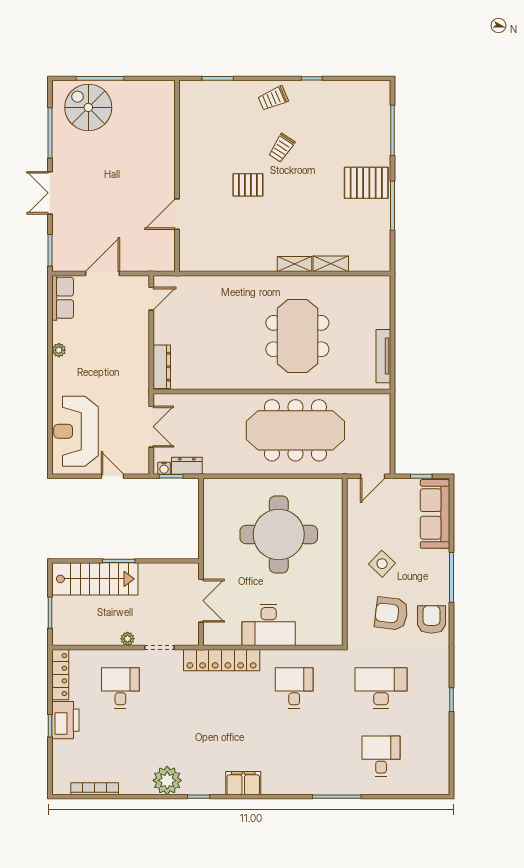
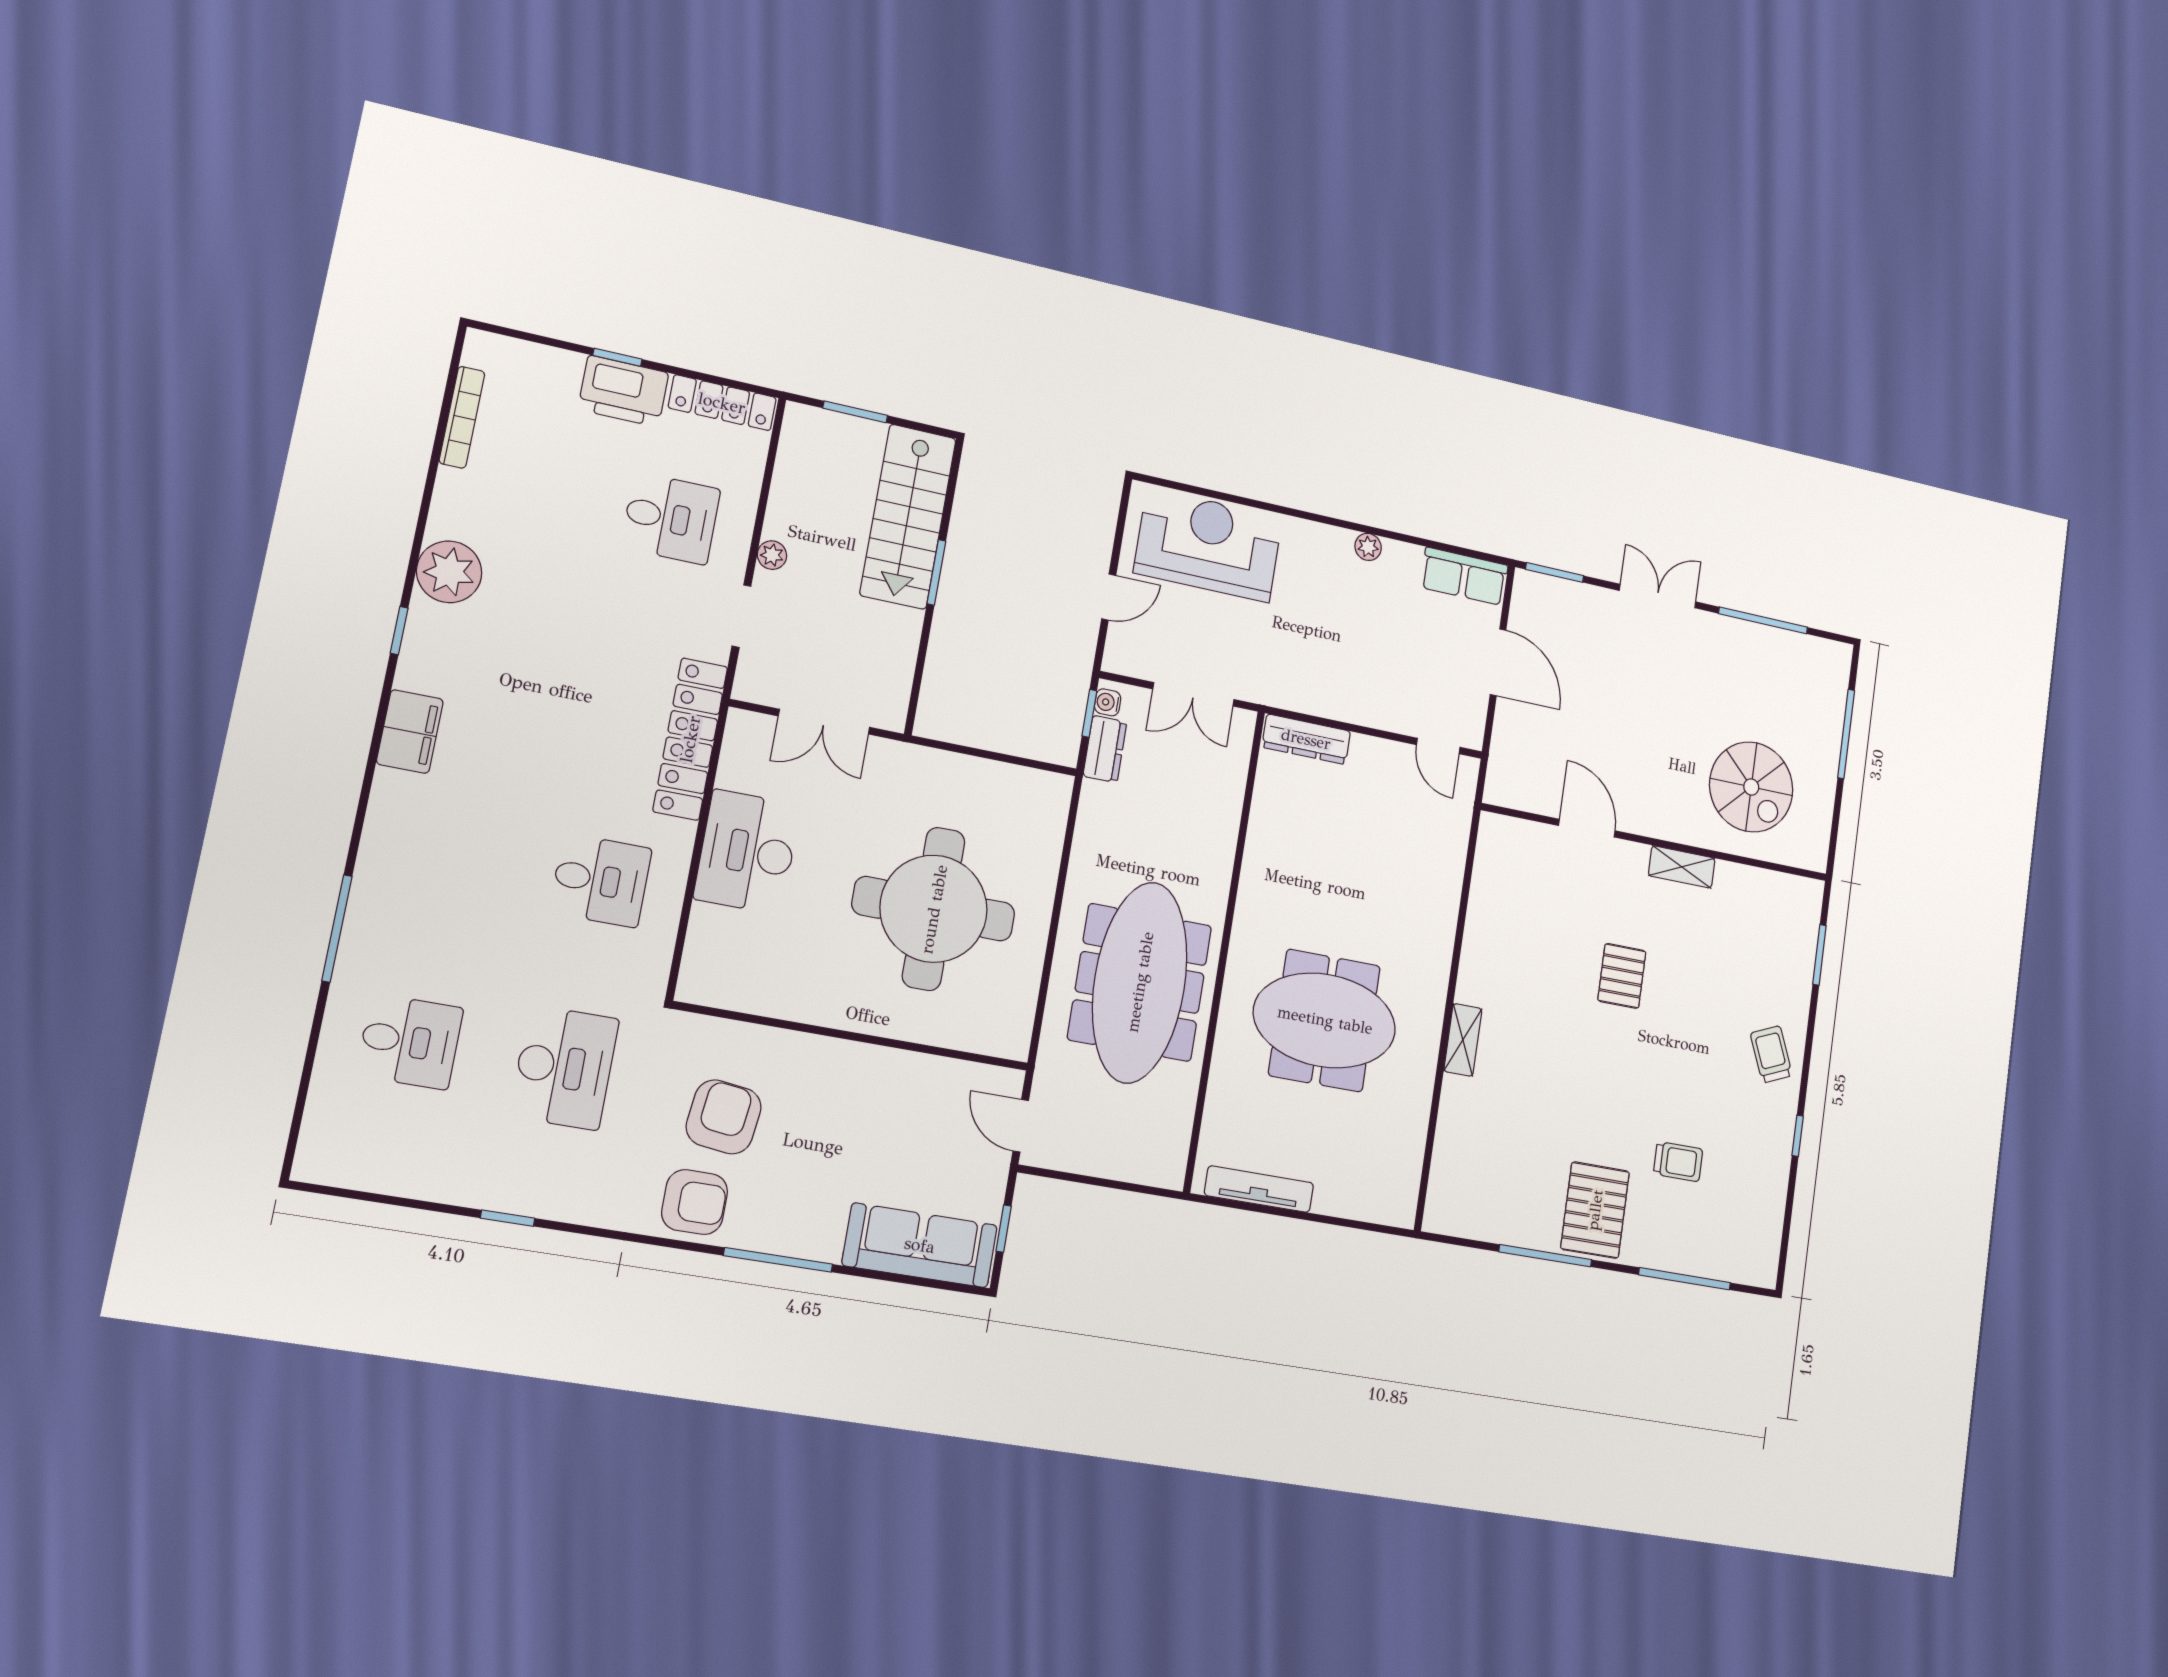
spiral stairs: (88, 107) -> (1751, 787), moved, turned 90
trolley: (282, 148) -> (1678, 1162), moved, turned 147
shelving: (331, 264) -> (1682, 867), moved, turned 90
side table: (382, 564) -> (834, 1115), removed

